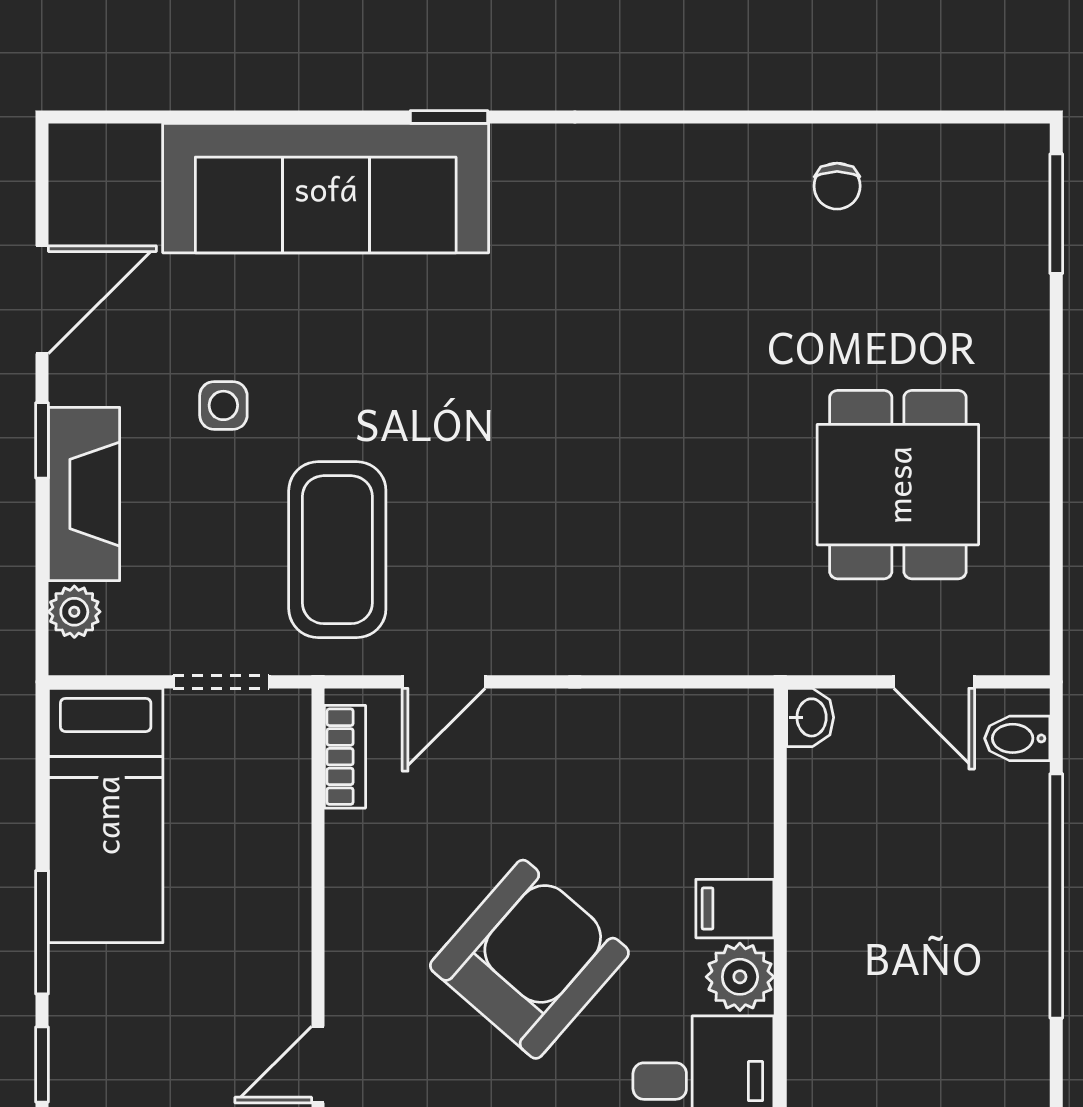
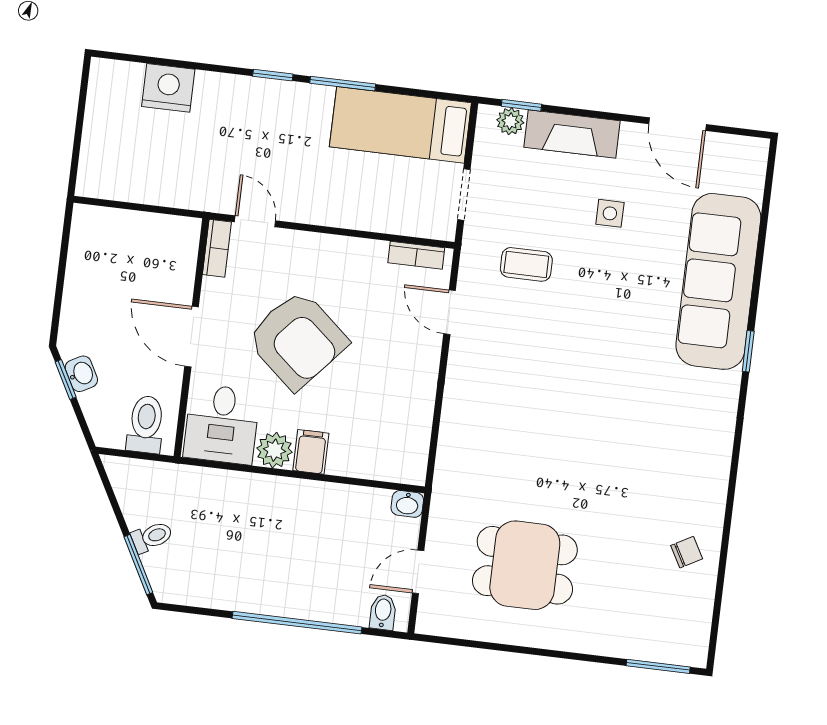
chair: (837, 186) -> (687, 552), turned 151
window: (42, 440) -> (521, 105), moved
coffee table: (337, 550) -> (526, 264), width x0.54, depth x0.58

